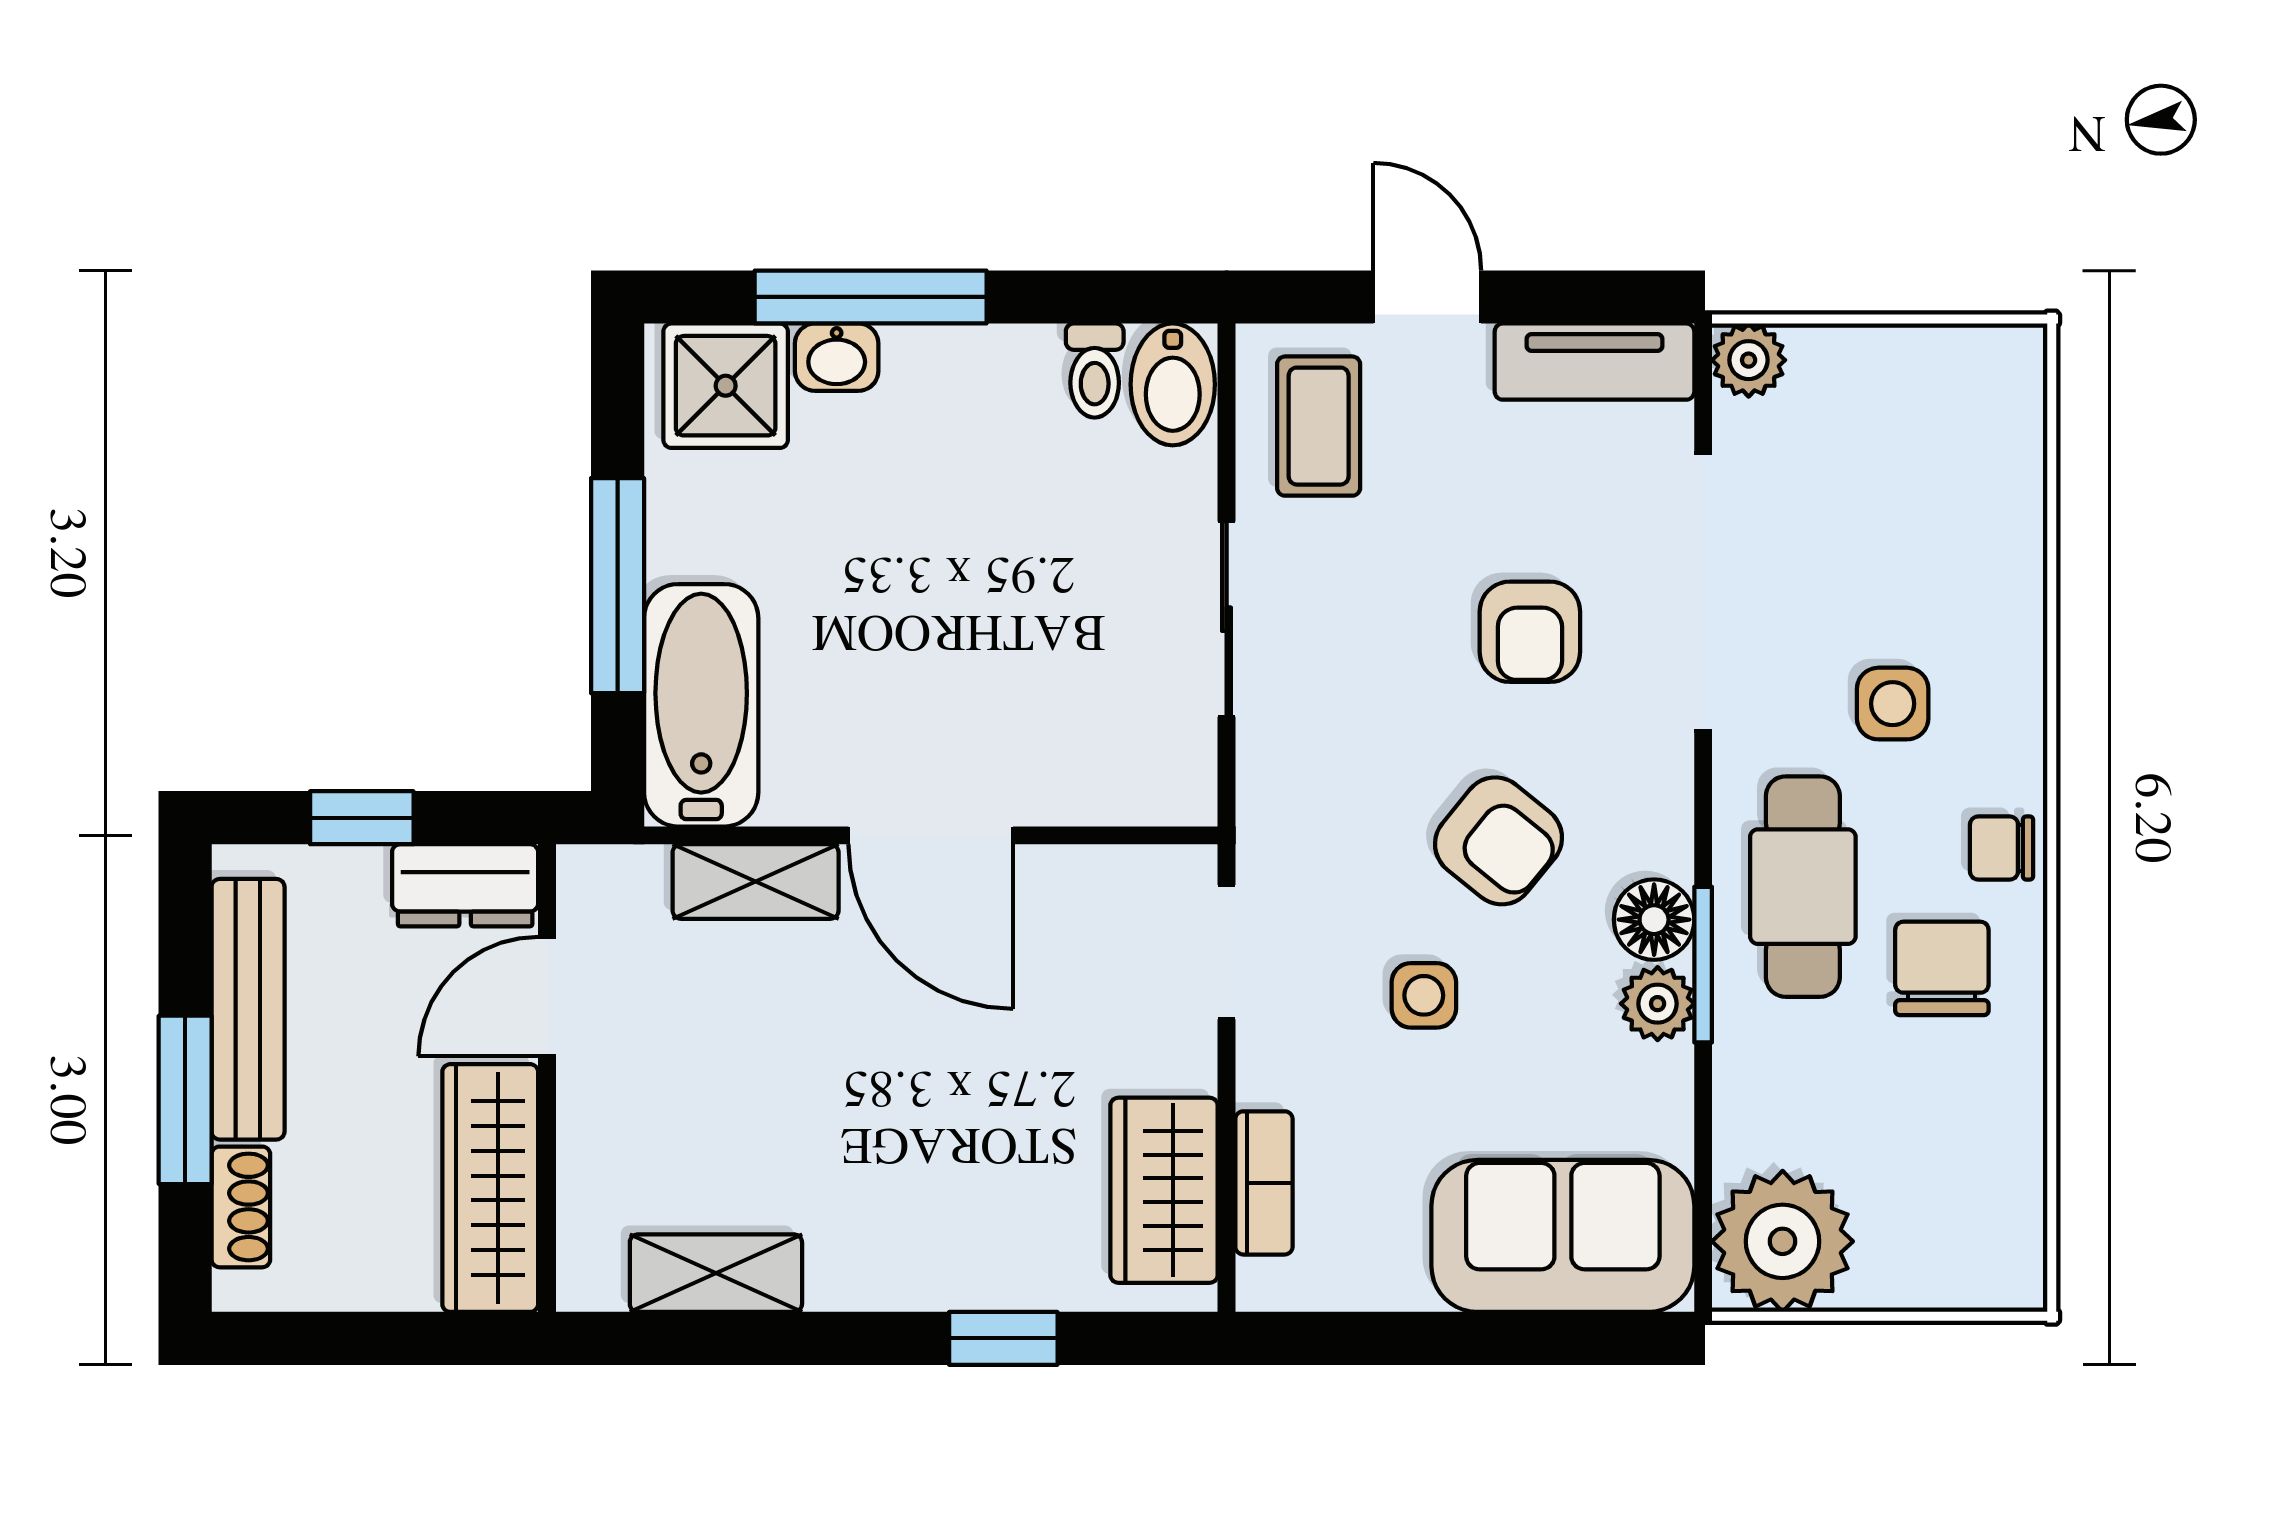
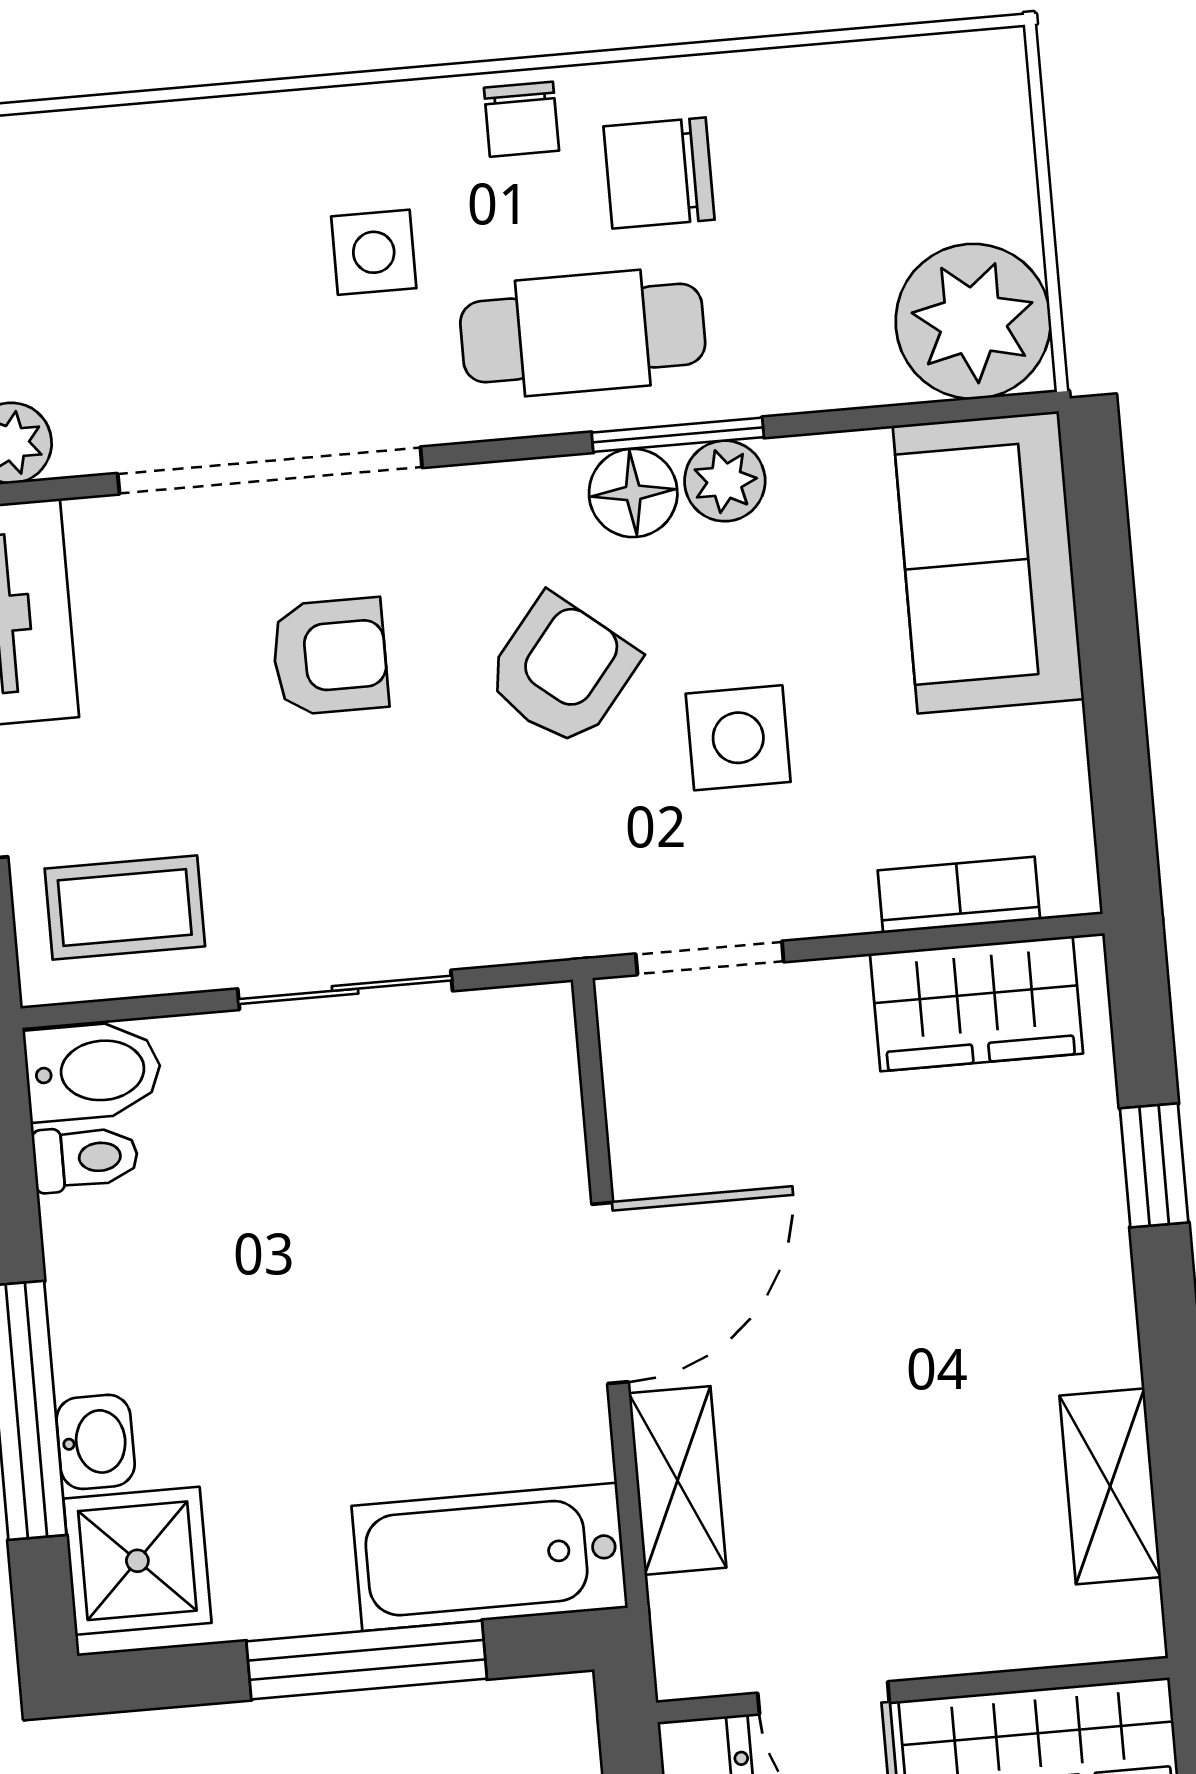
side table: (1424, 995) -> (738, 738), width x1.37, depth x1.37

